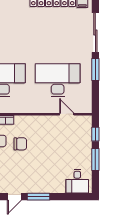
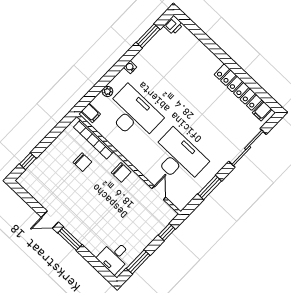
window: (95, 69) -> (210, 188), moved
chair: (20, 144) -> (121, 172), moved
window: (95, 160) -> (138, 262), moved

